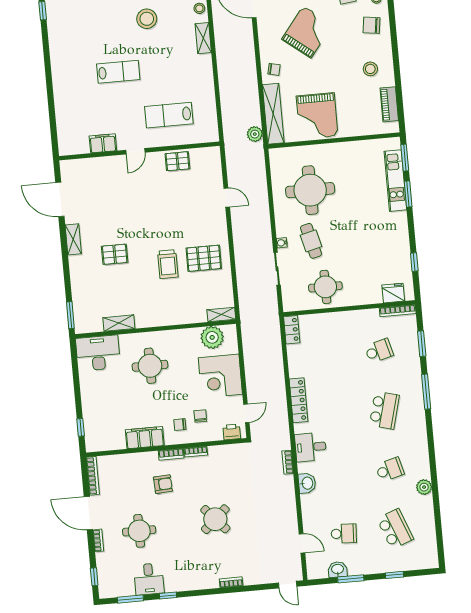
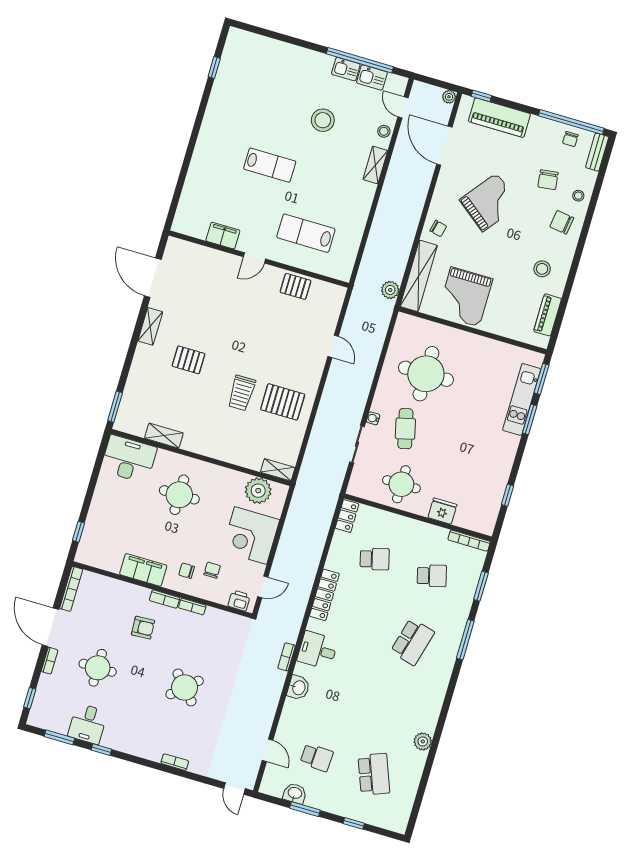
fridge: (393, 293) -> (442, 511), moved
school desk: (390, 470) -> (375, 559), moved

